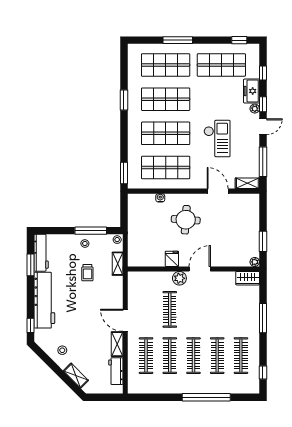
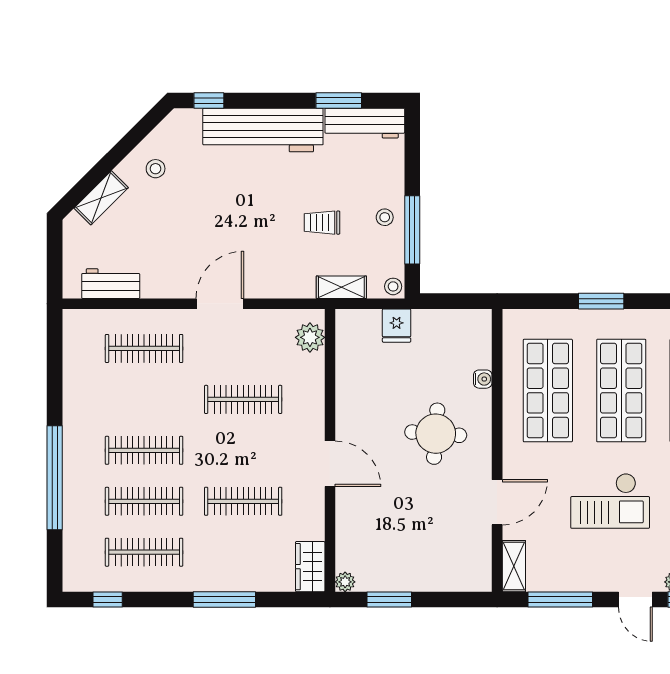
window: (124, 173) -> (601, 301), moved
fridge: (172, 259) -> (397, 326), moved, turned 90
plant: (179, 278) -> (310, 337), moved
shelving: (117, 344) -> (169, 286), removed
clothes rail: (170, 356) -> (243, 501), moved

